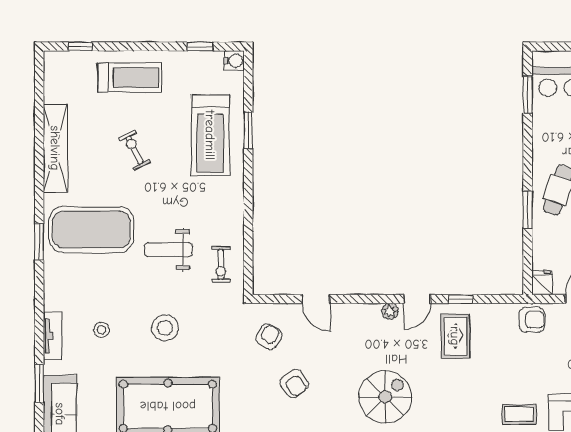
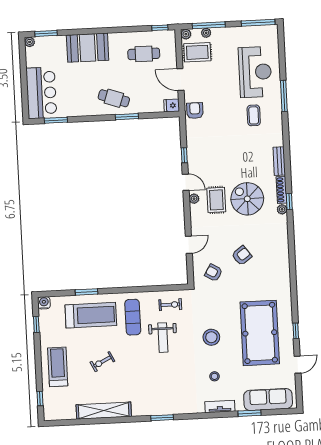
exercise mat: (91, 230) -> (133, 317), moved, width x0.50, depth x0.69
rug: (455, 336) -> (216, 200), moved, turned 90

